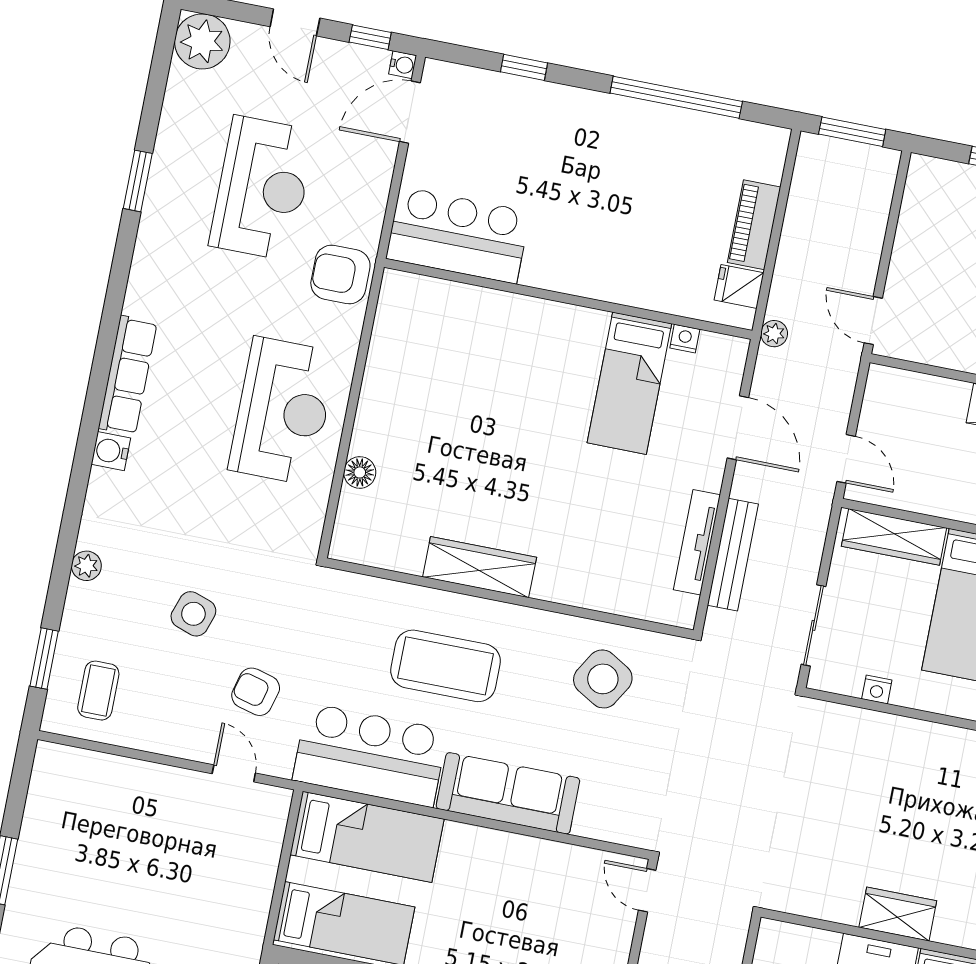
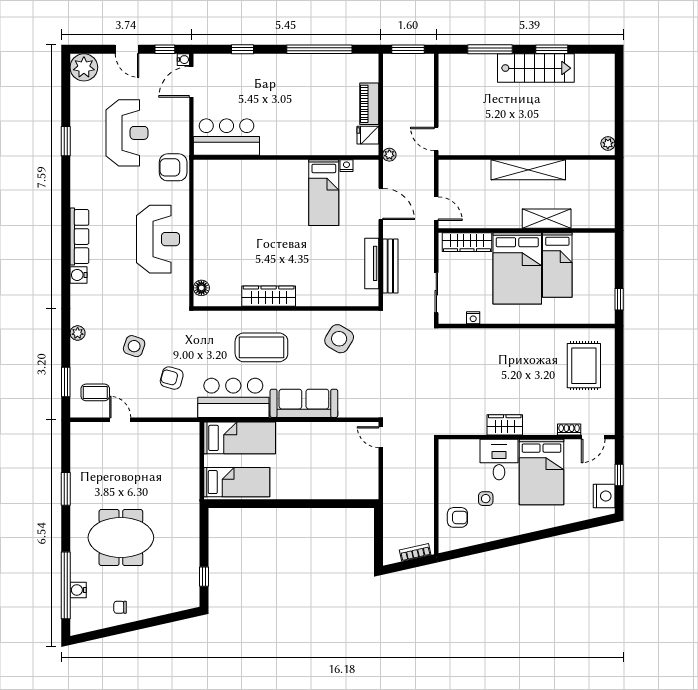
floor lamp: (360, 472) -> (201, 288), moved
coffee table: (98, 691) -> (95, 392), turned 90
door: (234, 773) -> (120, 420), moved

